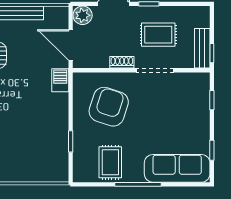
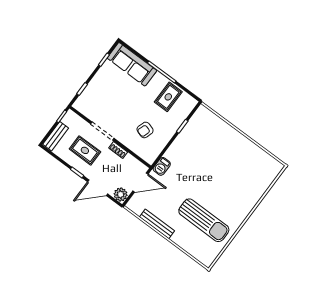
door: (71, 45) -> (140, 182), hinge flipped
bench: (202, 48) -> (56, 136), moved
armchair: (109, 107) -> (145, 130), width x0.53, depth x0.53

